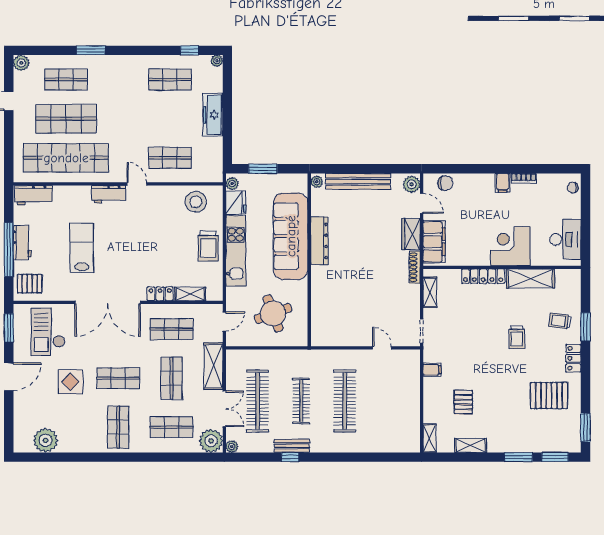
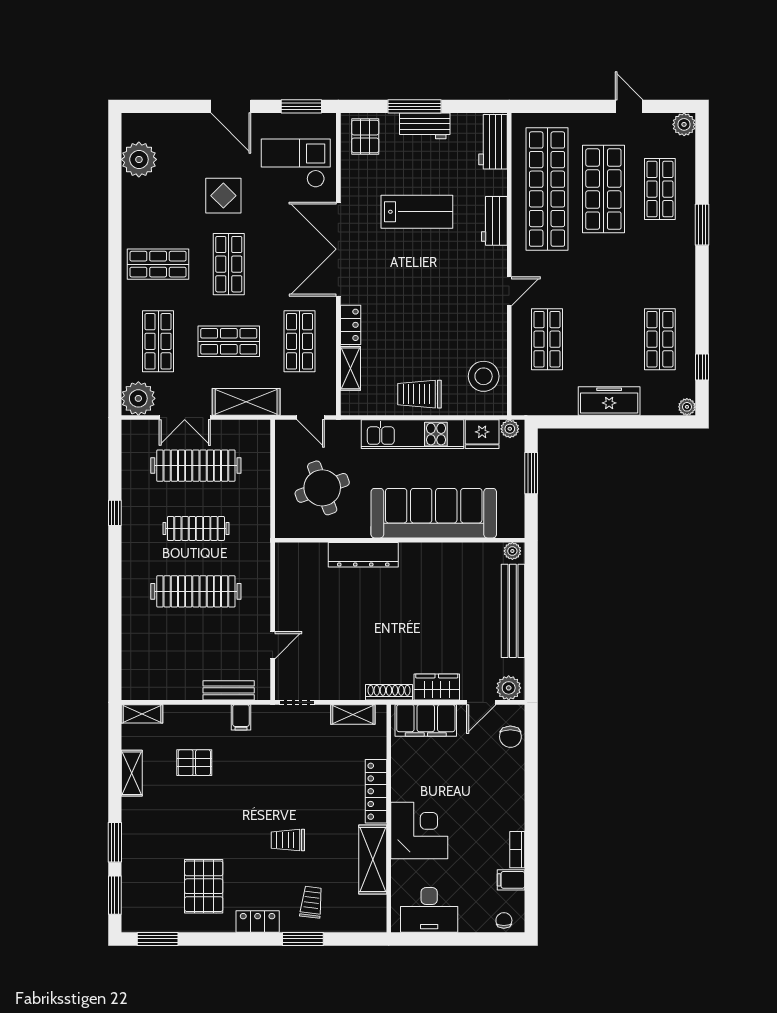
filing cabinet: (503, 183) -> (511, 880), moved
workbench: (109, 194) -> (494, 221), moved
dresser: (319, 241) -> (363, 555), moved
window: (9, 250) -> (414, 106), width x0.68
bench: (292, 446) -> (229, 690), moved, turned 90
plant: (232, 447) -> (130, 428), removed

